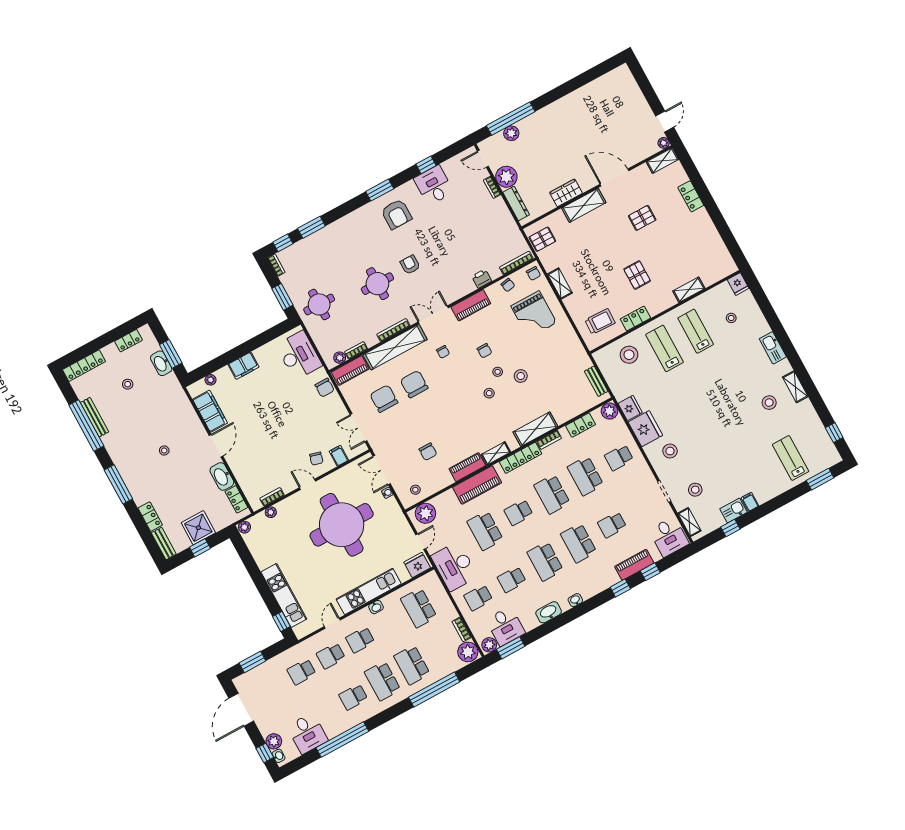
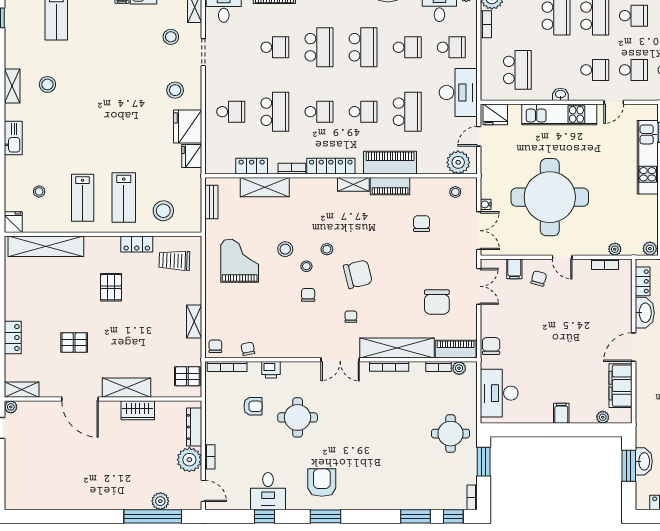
armchair: (410, 265) -> (253, 406), moved, turned -90
round table: (377, 284) -> (298, 417), moved
shelving: (689, 290) -> (46, 246), width x2.20, depth x1.33
piano: (471, 305) -> (297, 349), removed
grand piano: (534, 314) -> (240, 261), moved
filing cabinet: (244, 366) -> (561, 413), width x0.50
chair: (414, 384) -> (358, 274), moved, turned -104
plant: (610, 411) -> (214, 164), removed
shelving: (535, 429) -> (265, 187), moved
school desk: (552, 494) -> (319, 112), width x0.54

